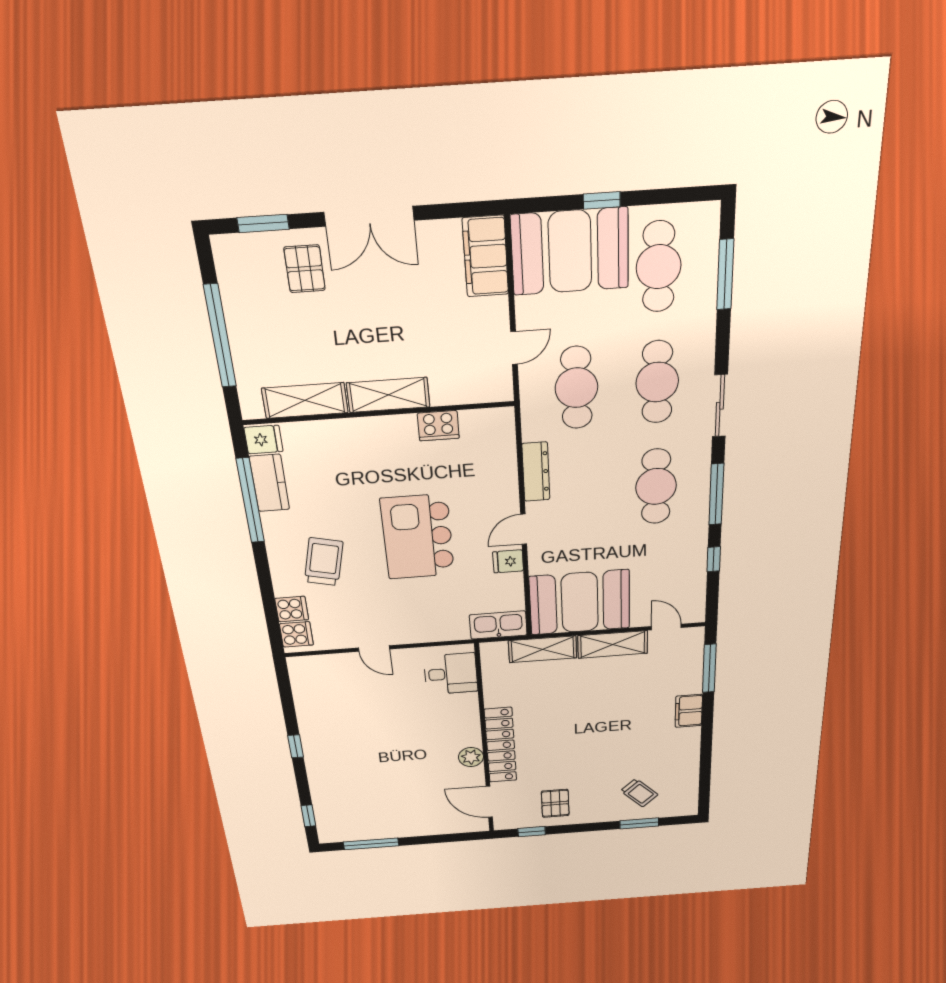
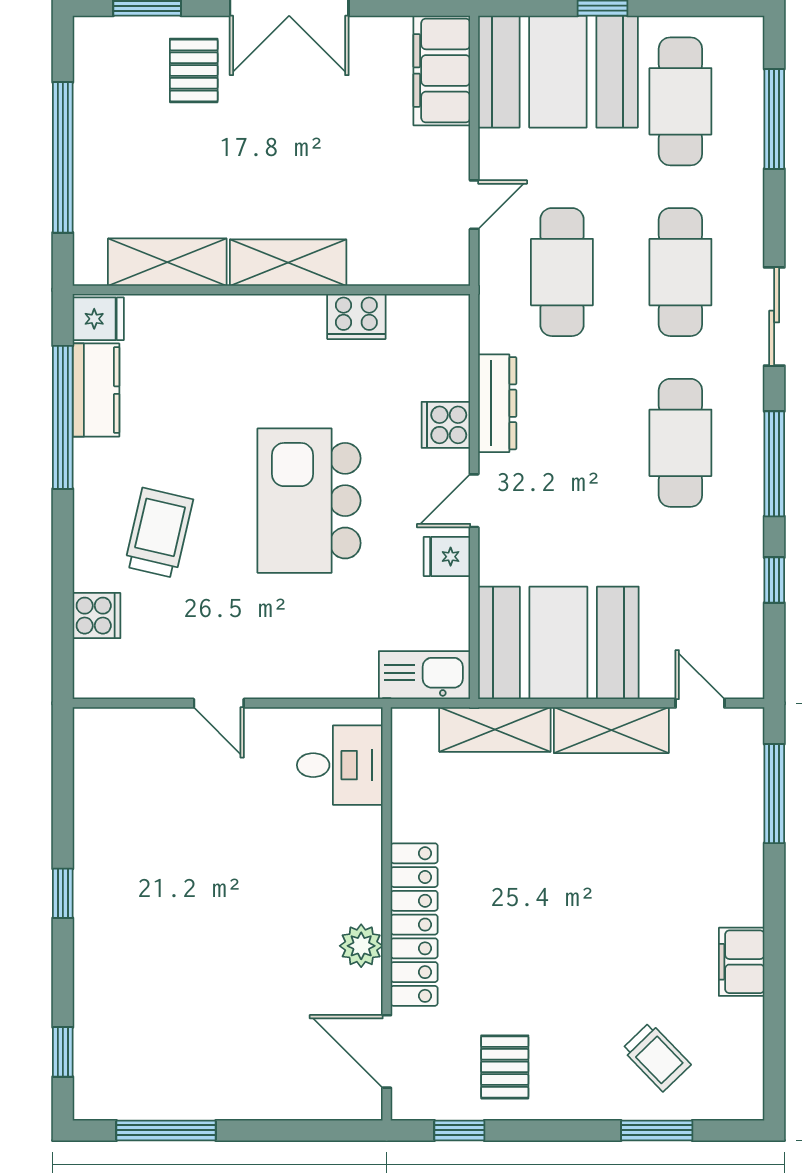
cooker: (296, 634) -> (446, 425), moved, turned 180
filing cabinet: (689, 711) -> (742, 962), moved

